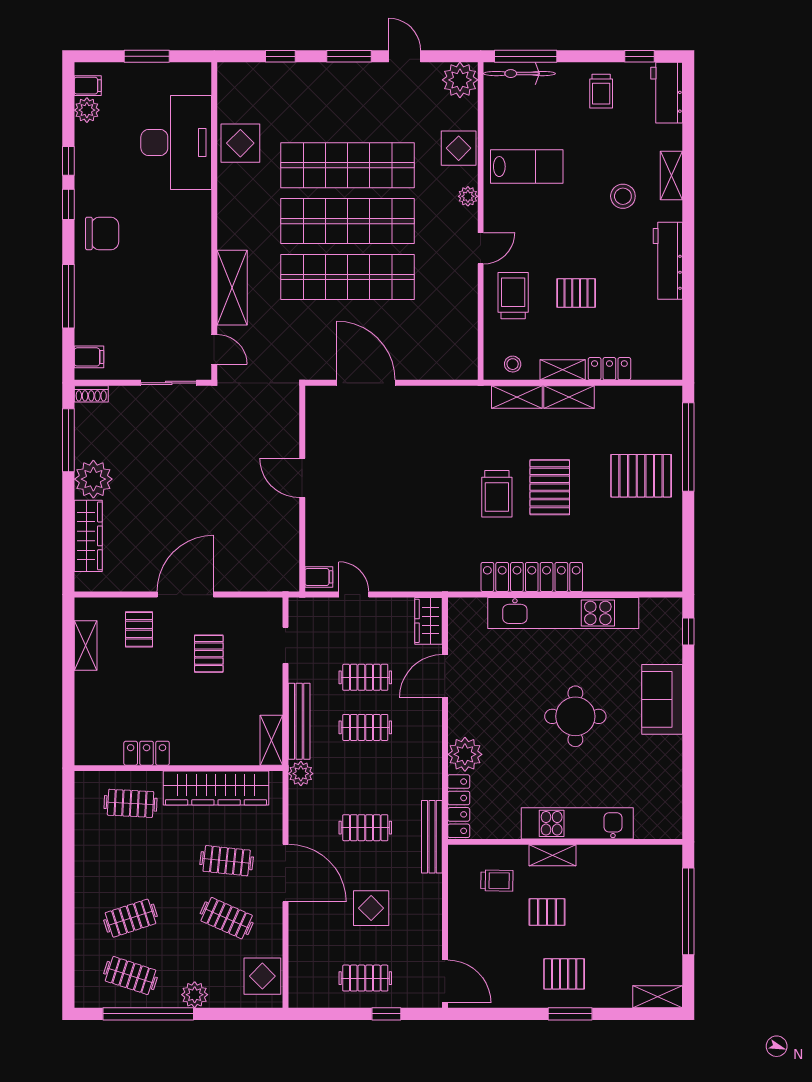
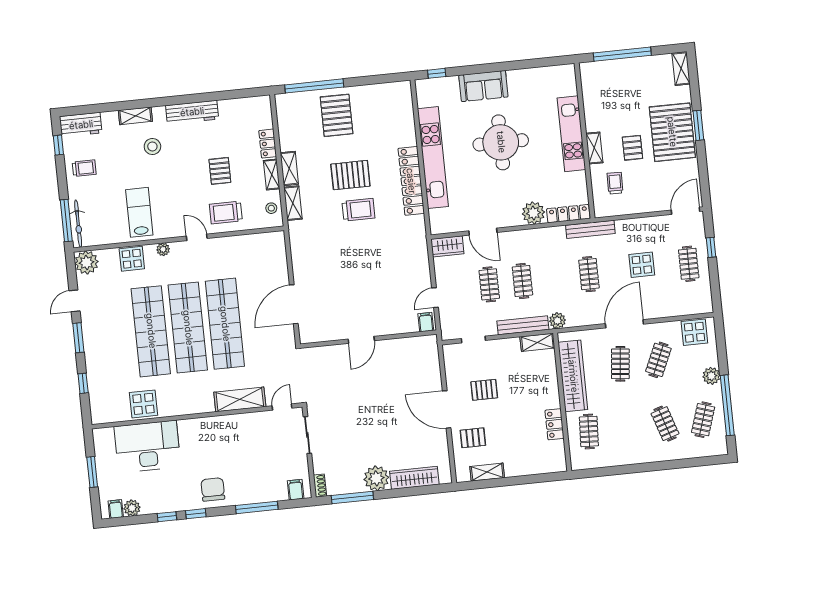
round table: (575, 716) -> (501, 142), width x1.36, depth x1.36
pallet: (564, 974) -> (672, 132), width x2.05, depth x2.00

